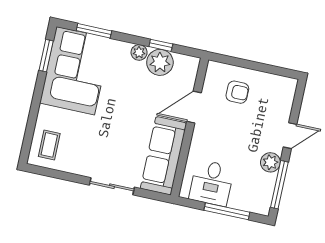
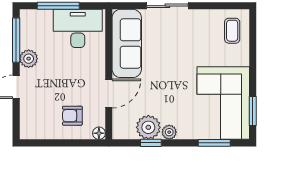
floor lamp: (213, 67) -> (99, 133), added
desk: (212, 183) -> (78, 28), width x1.37

